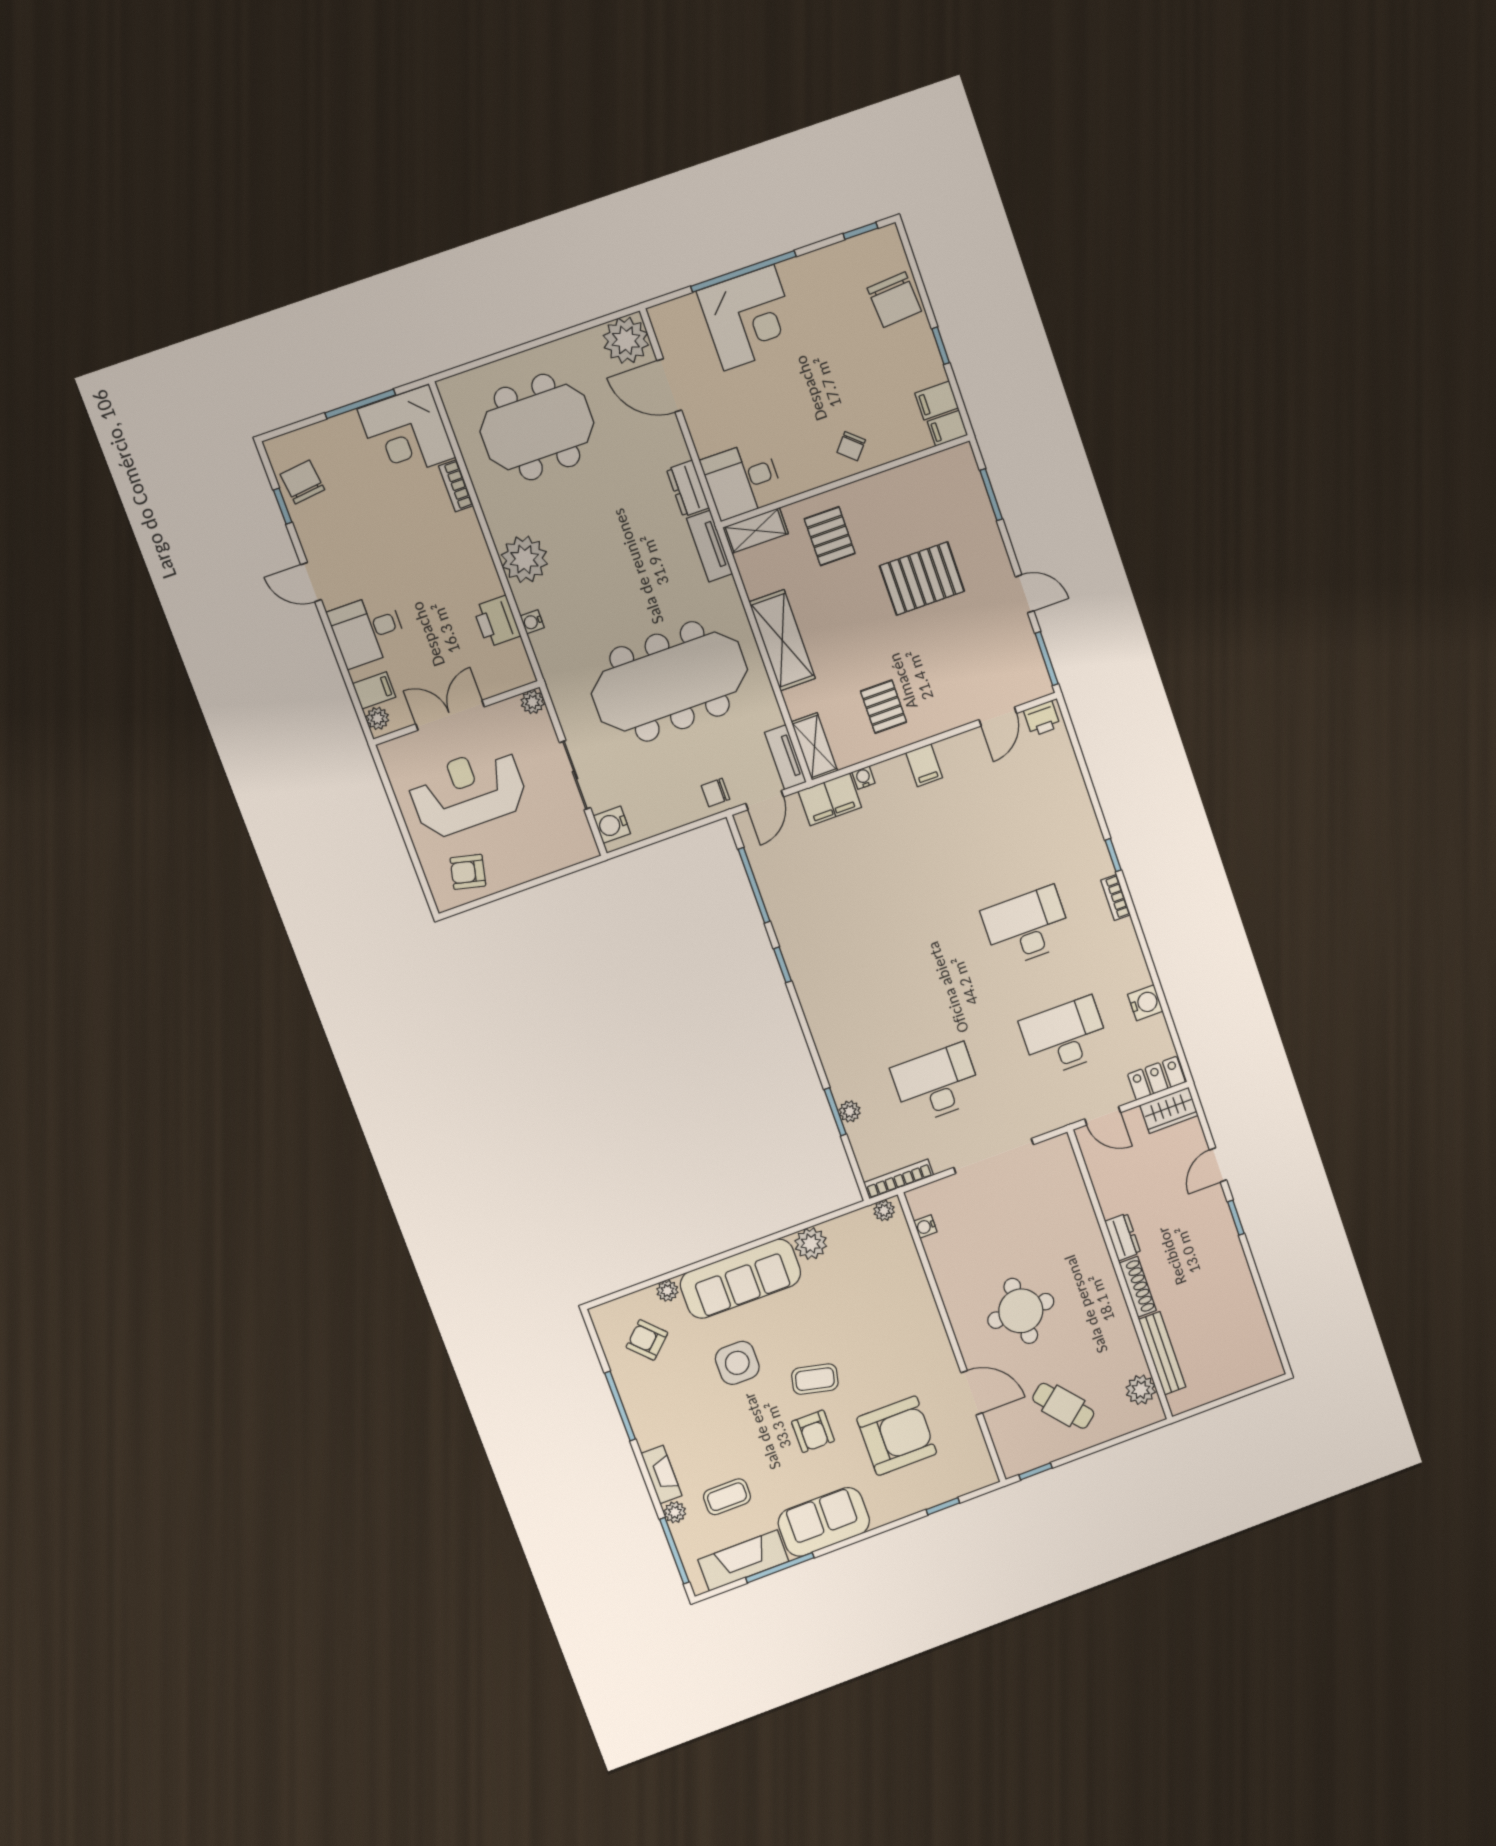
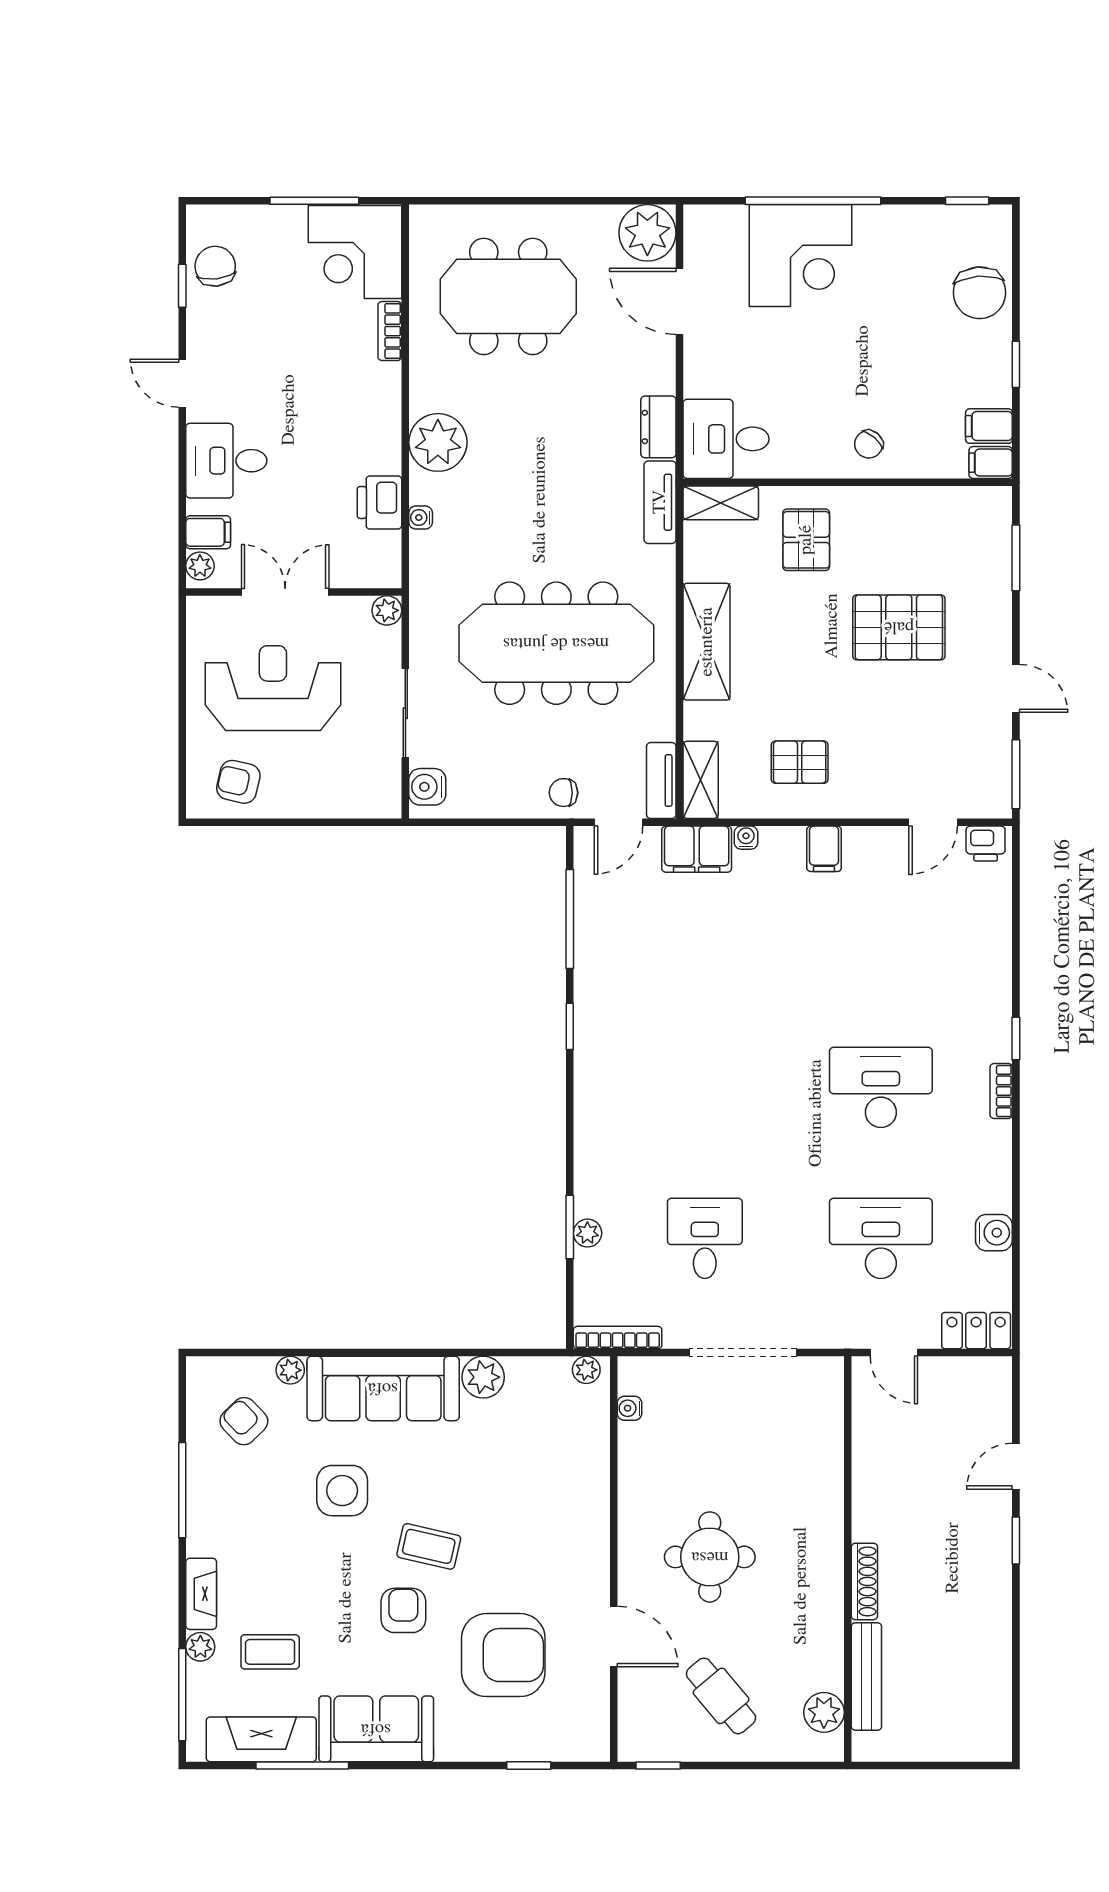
pallet: (883, 707) -> (800, 762), turned 90
desk: (937, 1084) -> (705, 1238), width x0.73
wardrobe: (1169, 1110) -> (978, 1376), removed
dresser: (1123, 1237) -> (867, 1512), removed
armchair: (813, 1431) -> (403, 1610), turned 180

